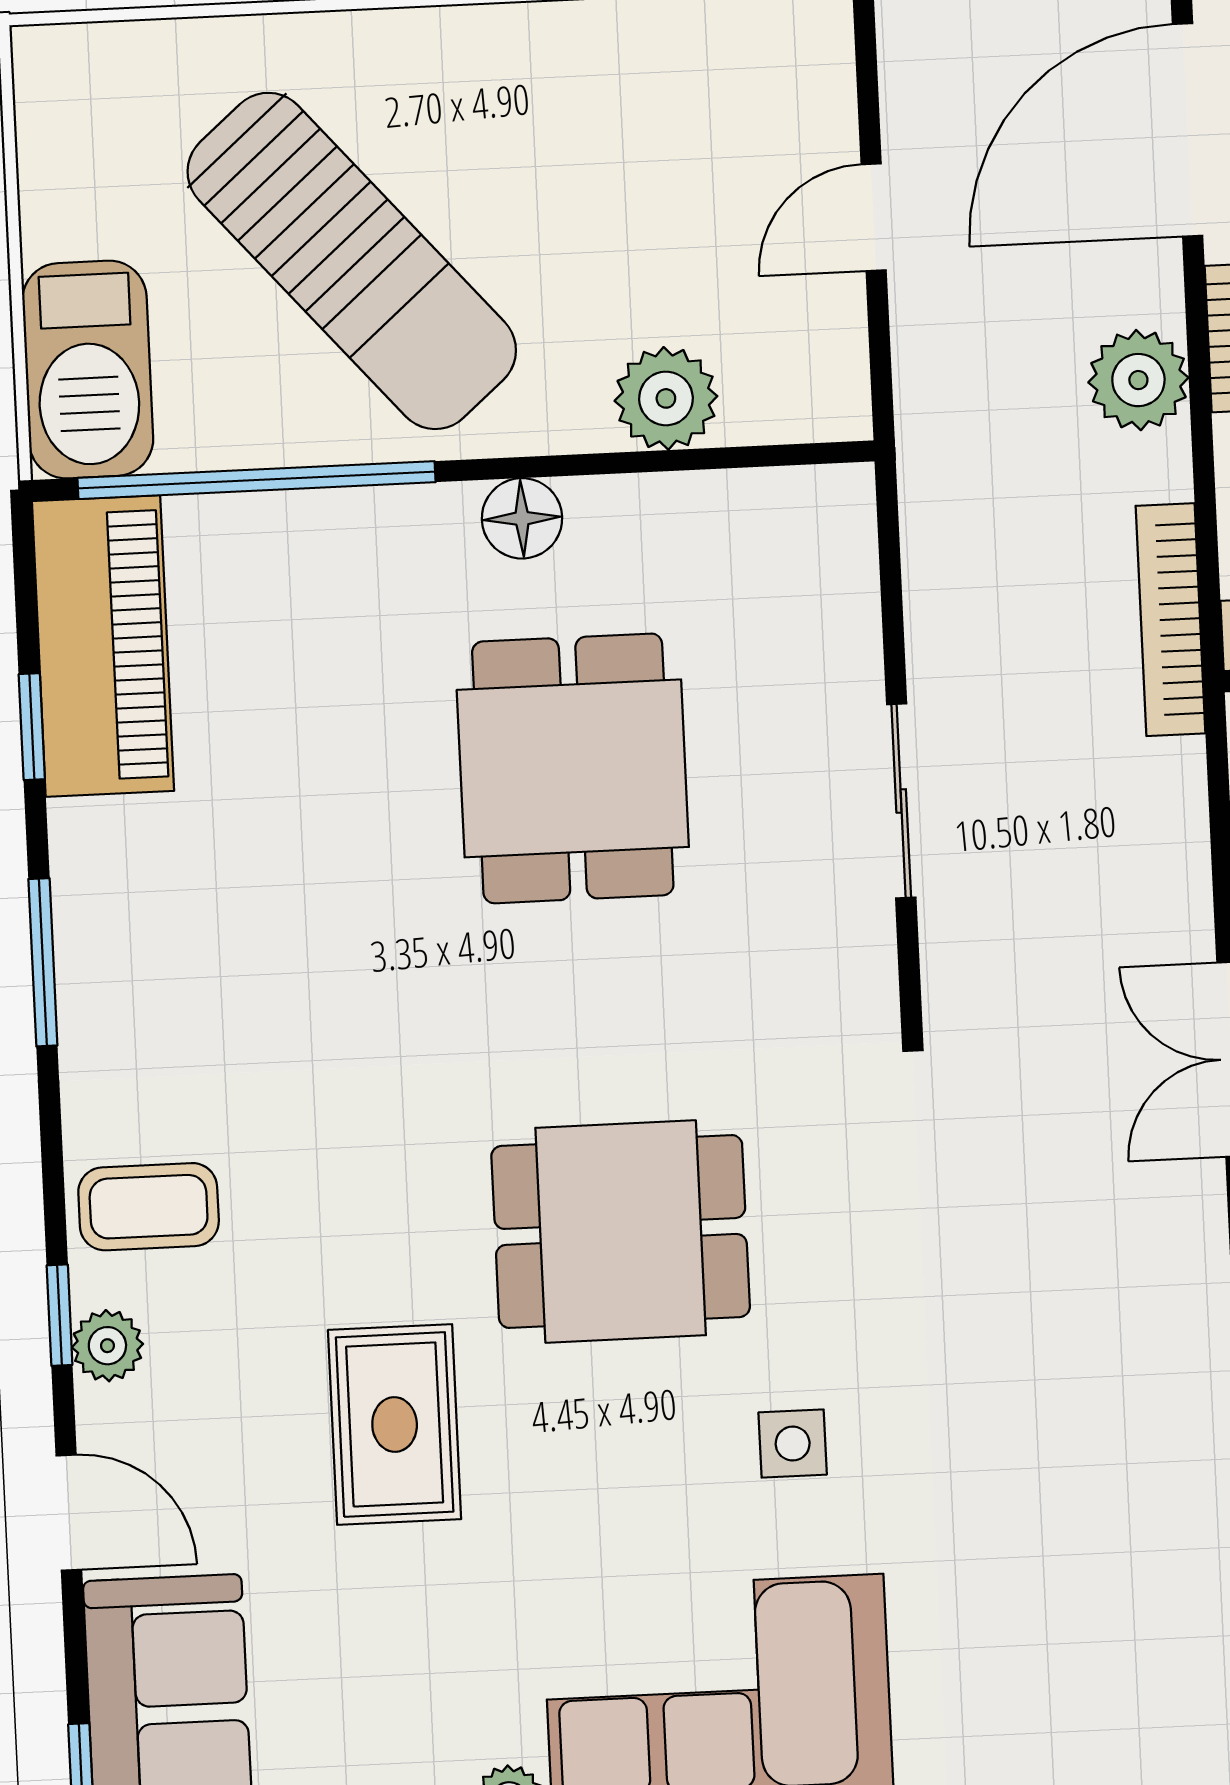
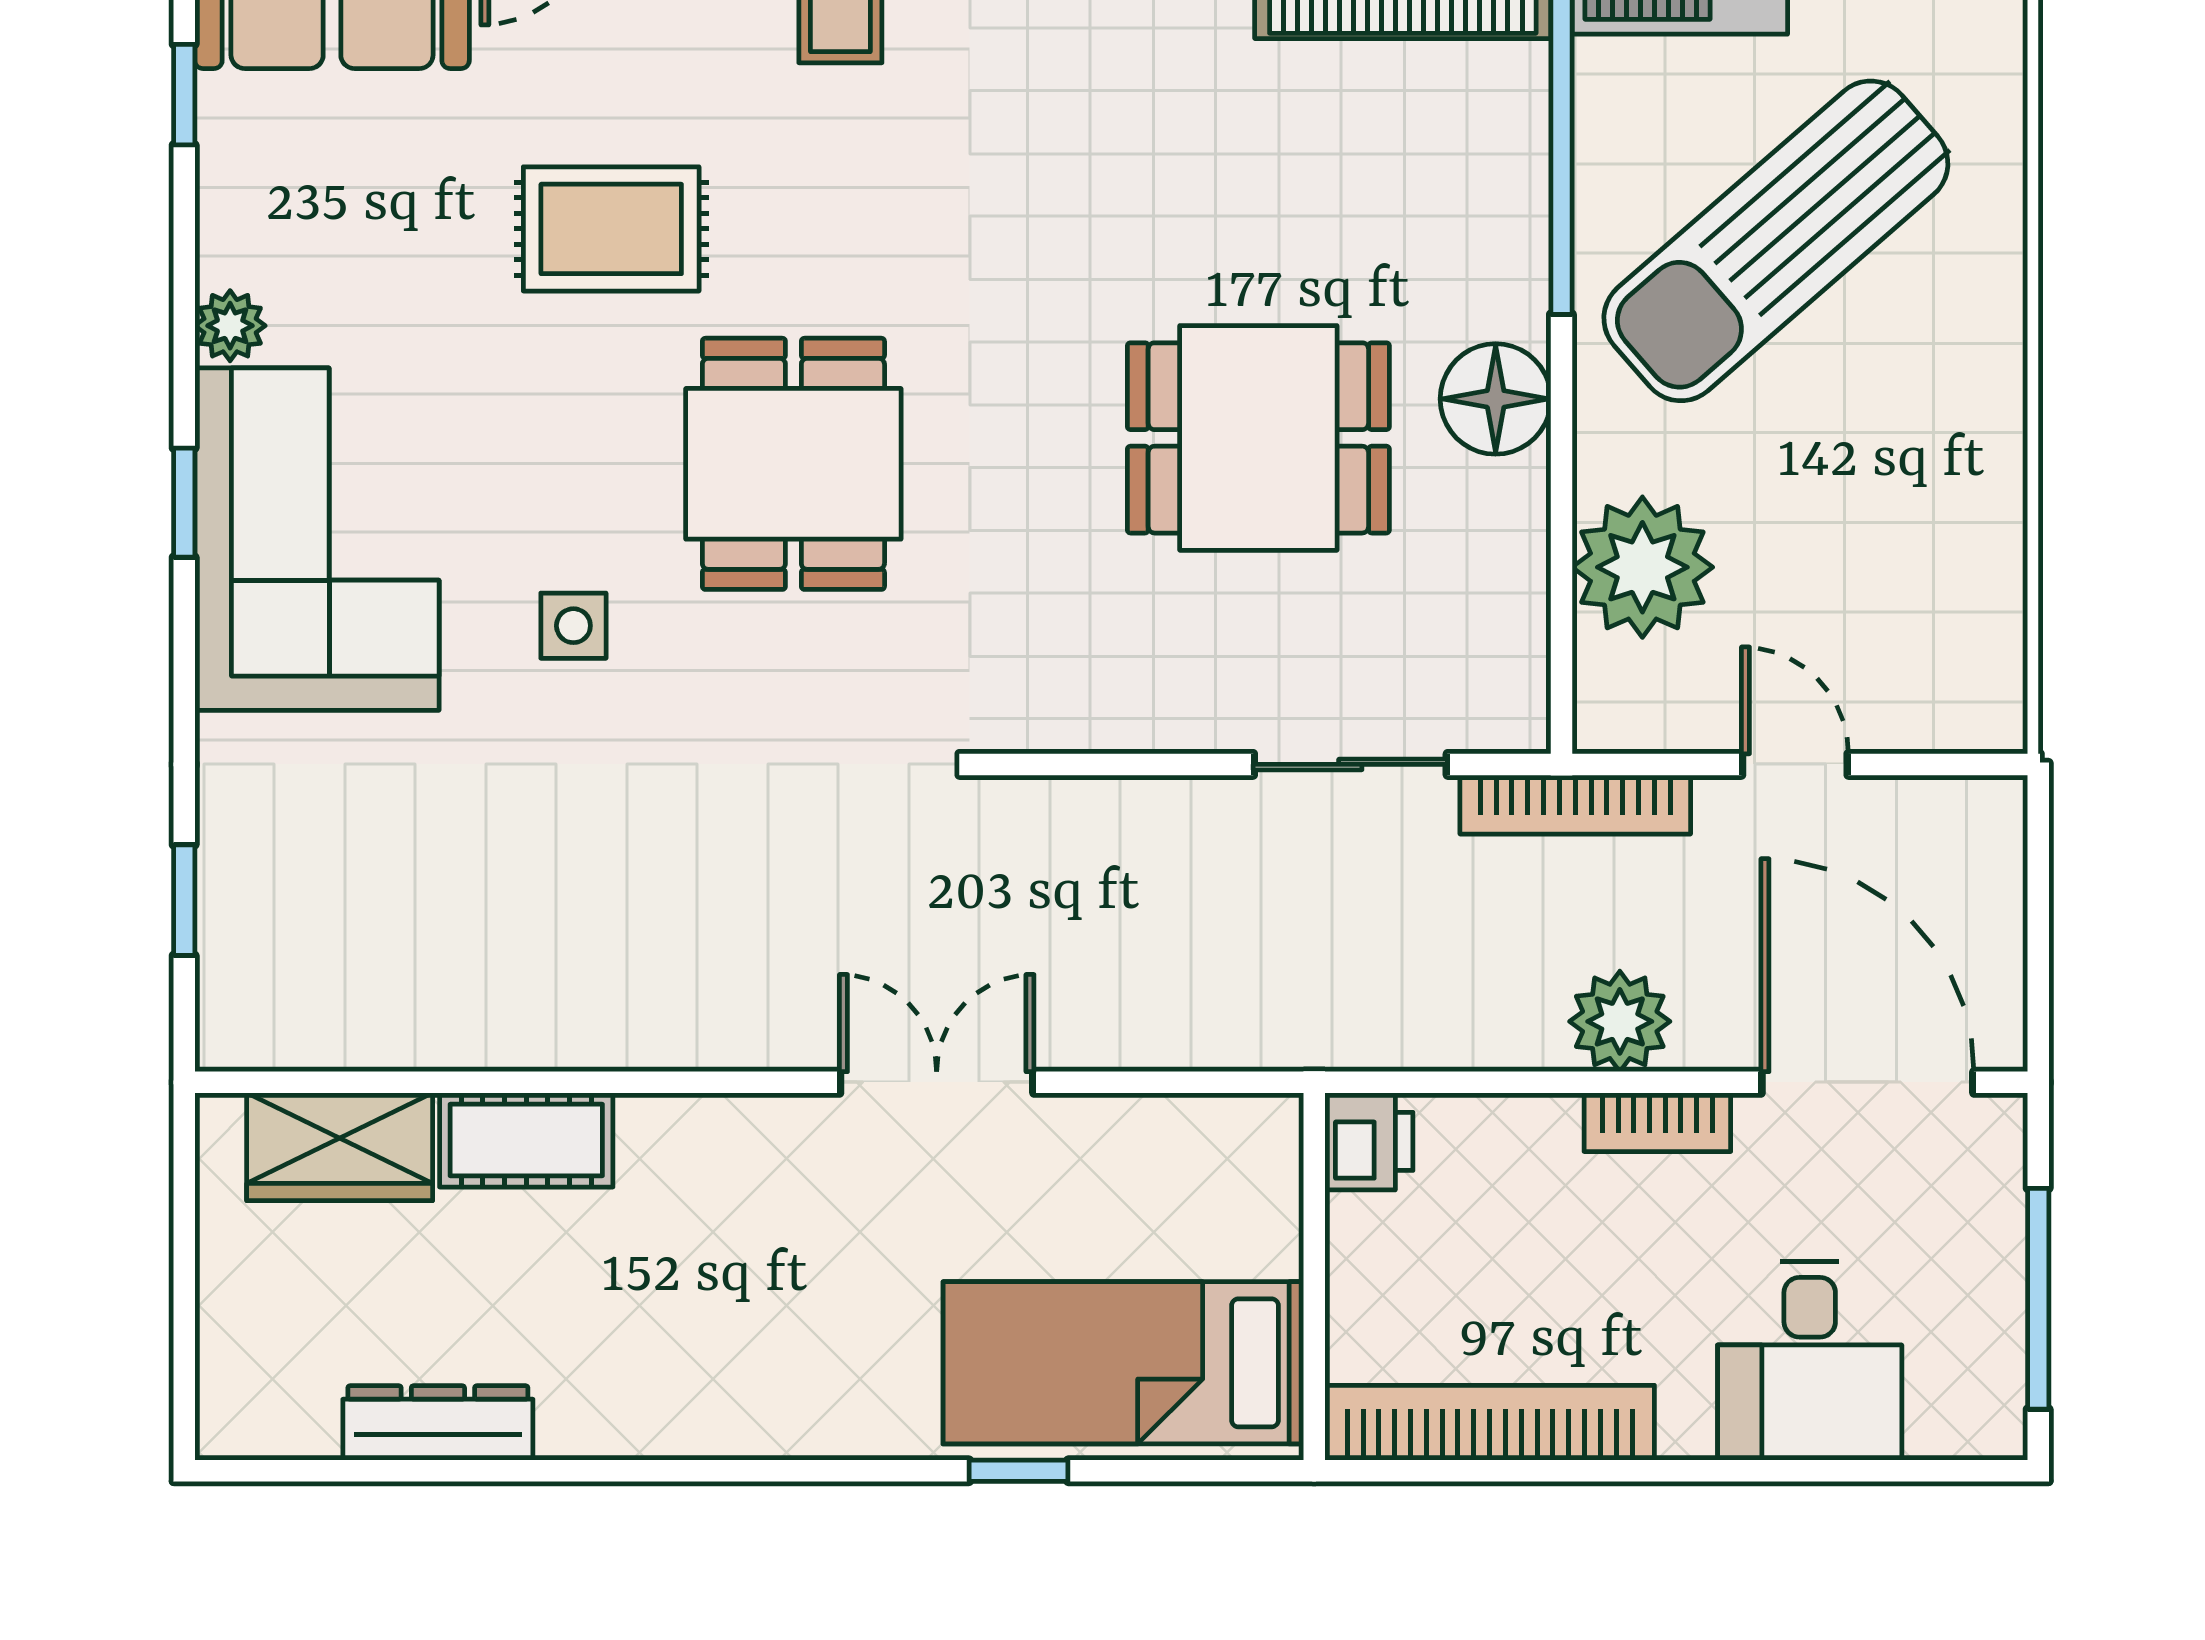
plant: (666, 398) -> (1642, 567), width x1.36, depth x1.36
floor lamp: (522, 518) -> (1496, 399), width x1.38, depth x1.38
bookcase: (1171, 620) -> (1575, 805), moved, turned 180
sliding door: (901, 801) -> (1350, 764), moved

